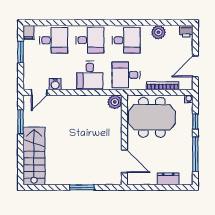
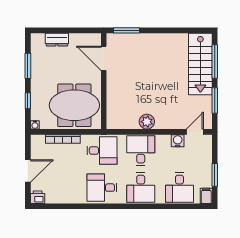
plant: (158, 32) -> (67, 196), removed
desk: (53, 40) -> (179, 188), turned -90
desk: (90, 40) -> (141, 188), turned -90
door: (195, 66) -> (28, 171), moved
plant: (115, 102) -> (147, 122), moved
window: (195, 154) -> (28, 66), width x0.69
window: (21, 158) -> (215, 62), added
window: (82, 187) -> (127, 30), moved

